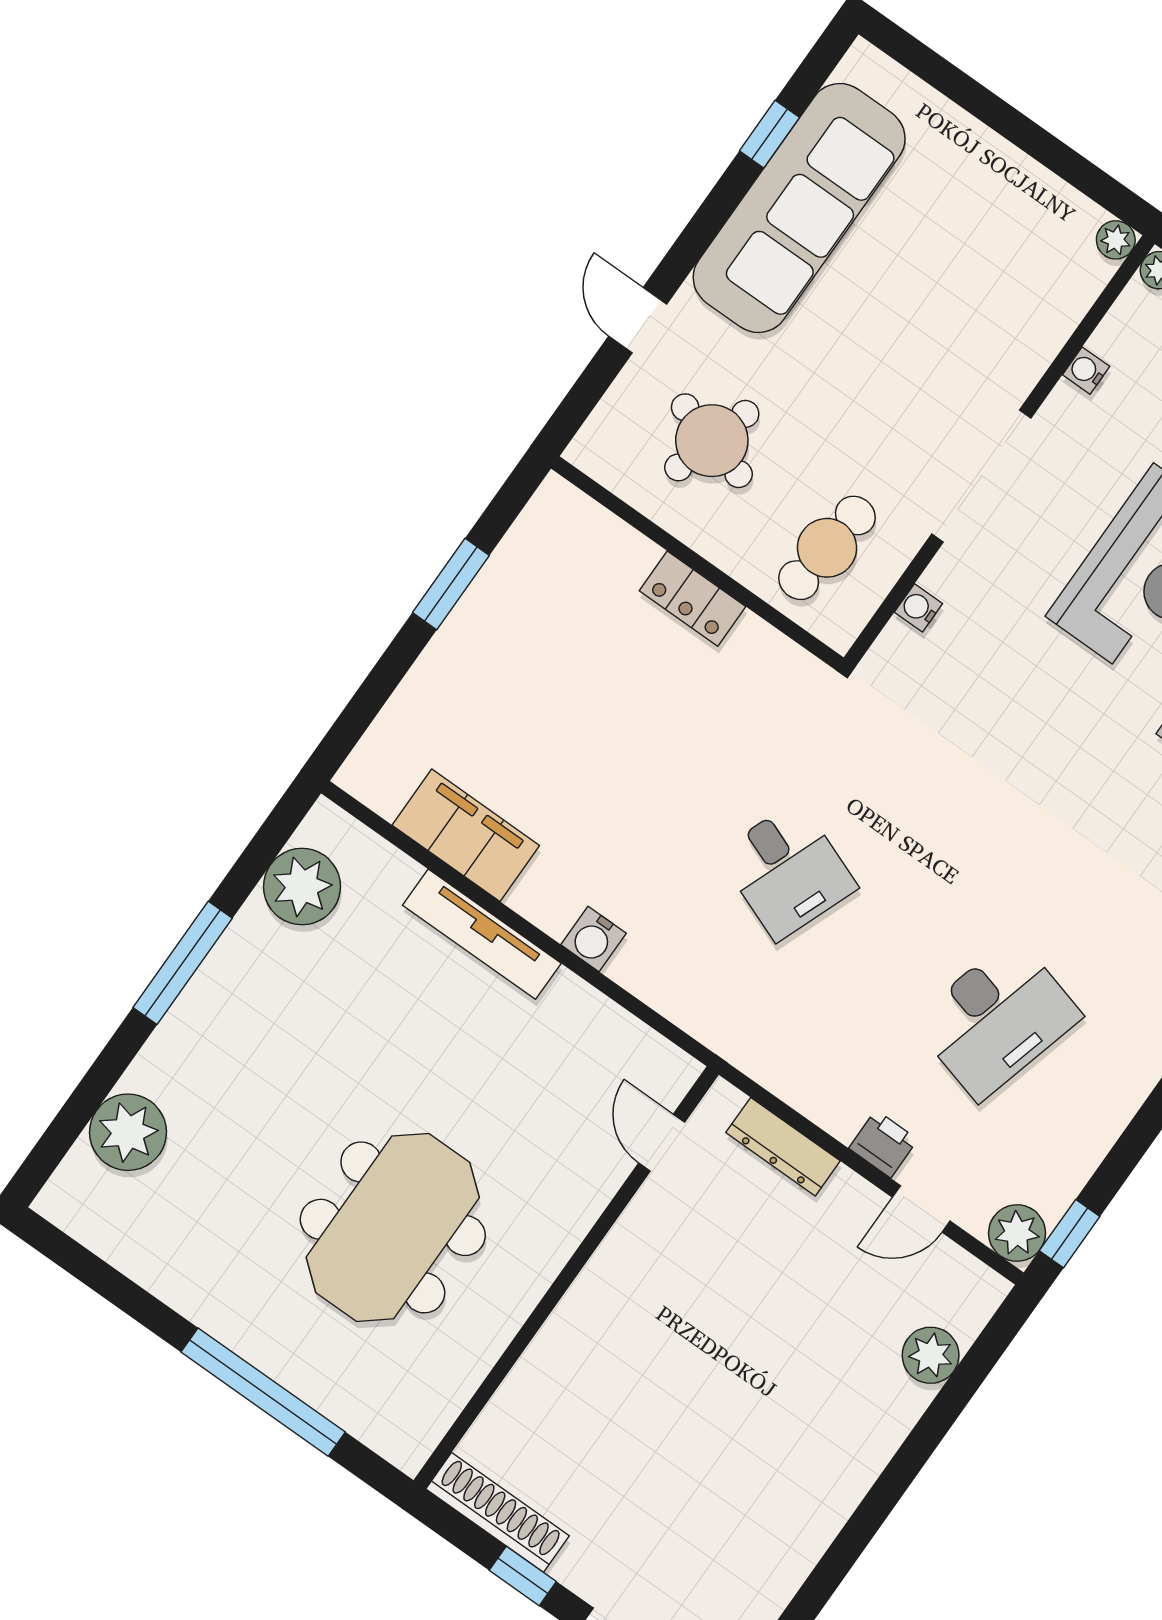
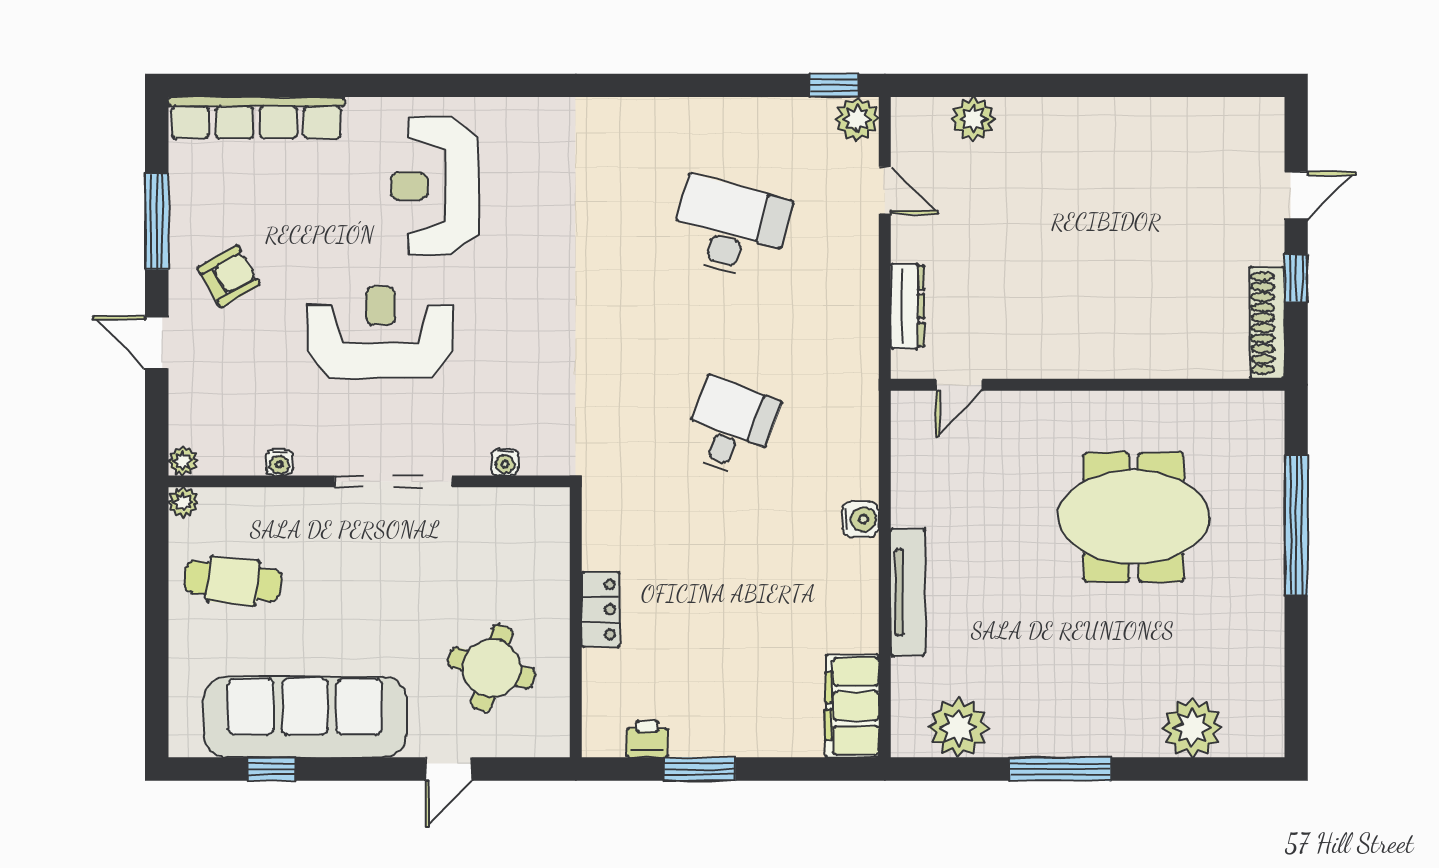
cafe table: (827, 548) -> (233, 581), moved
filing cabinet: (466, 835) -> (852, 706), moved
printer: (883, 1144) -> (647, 739), moved, turned 90

